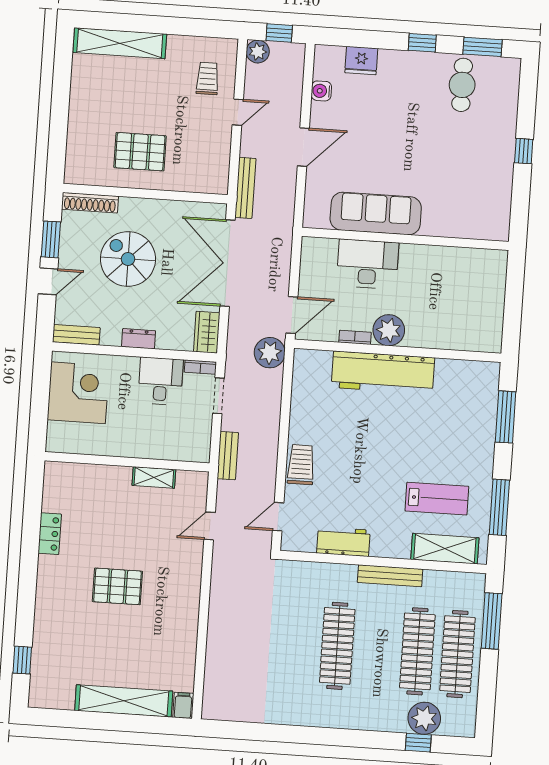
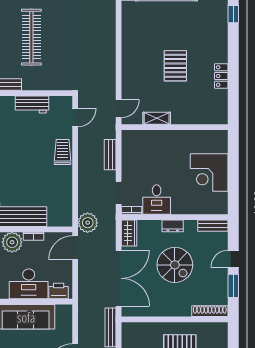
printer: (322, 250) -> (59, 291), added
spiral stairs: (128, 259) -> (175, 265), moved
corner desk: (78, 393) -> (209, 172), moved
wall: (127, 462) -> (175, 127), moved
trolley: (301, 465) -> (63, 152), turned 180
shelving: (154, 477) -> (157, 118), moved
locker: (50, 534) -> (221, 76), moved
pallet: (117, 586) -> (175, 66), turned 90

